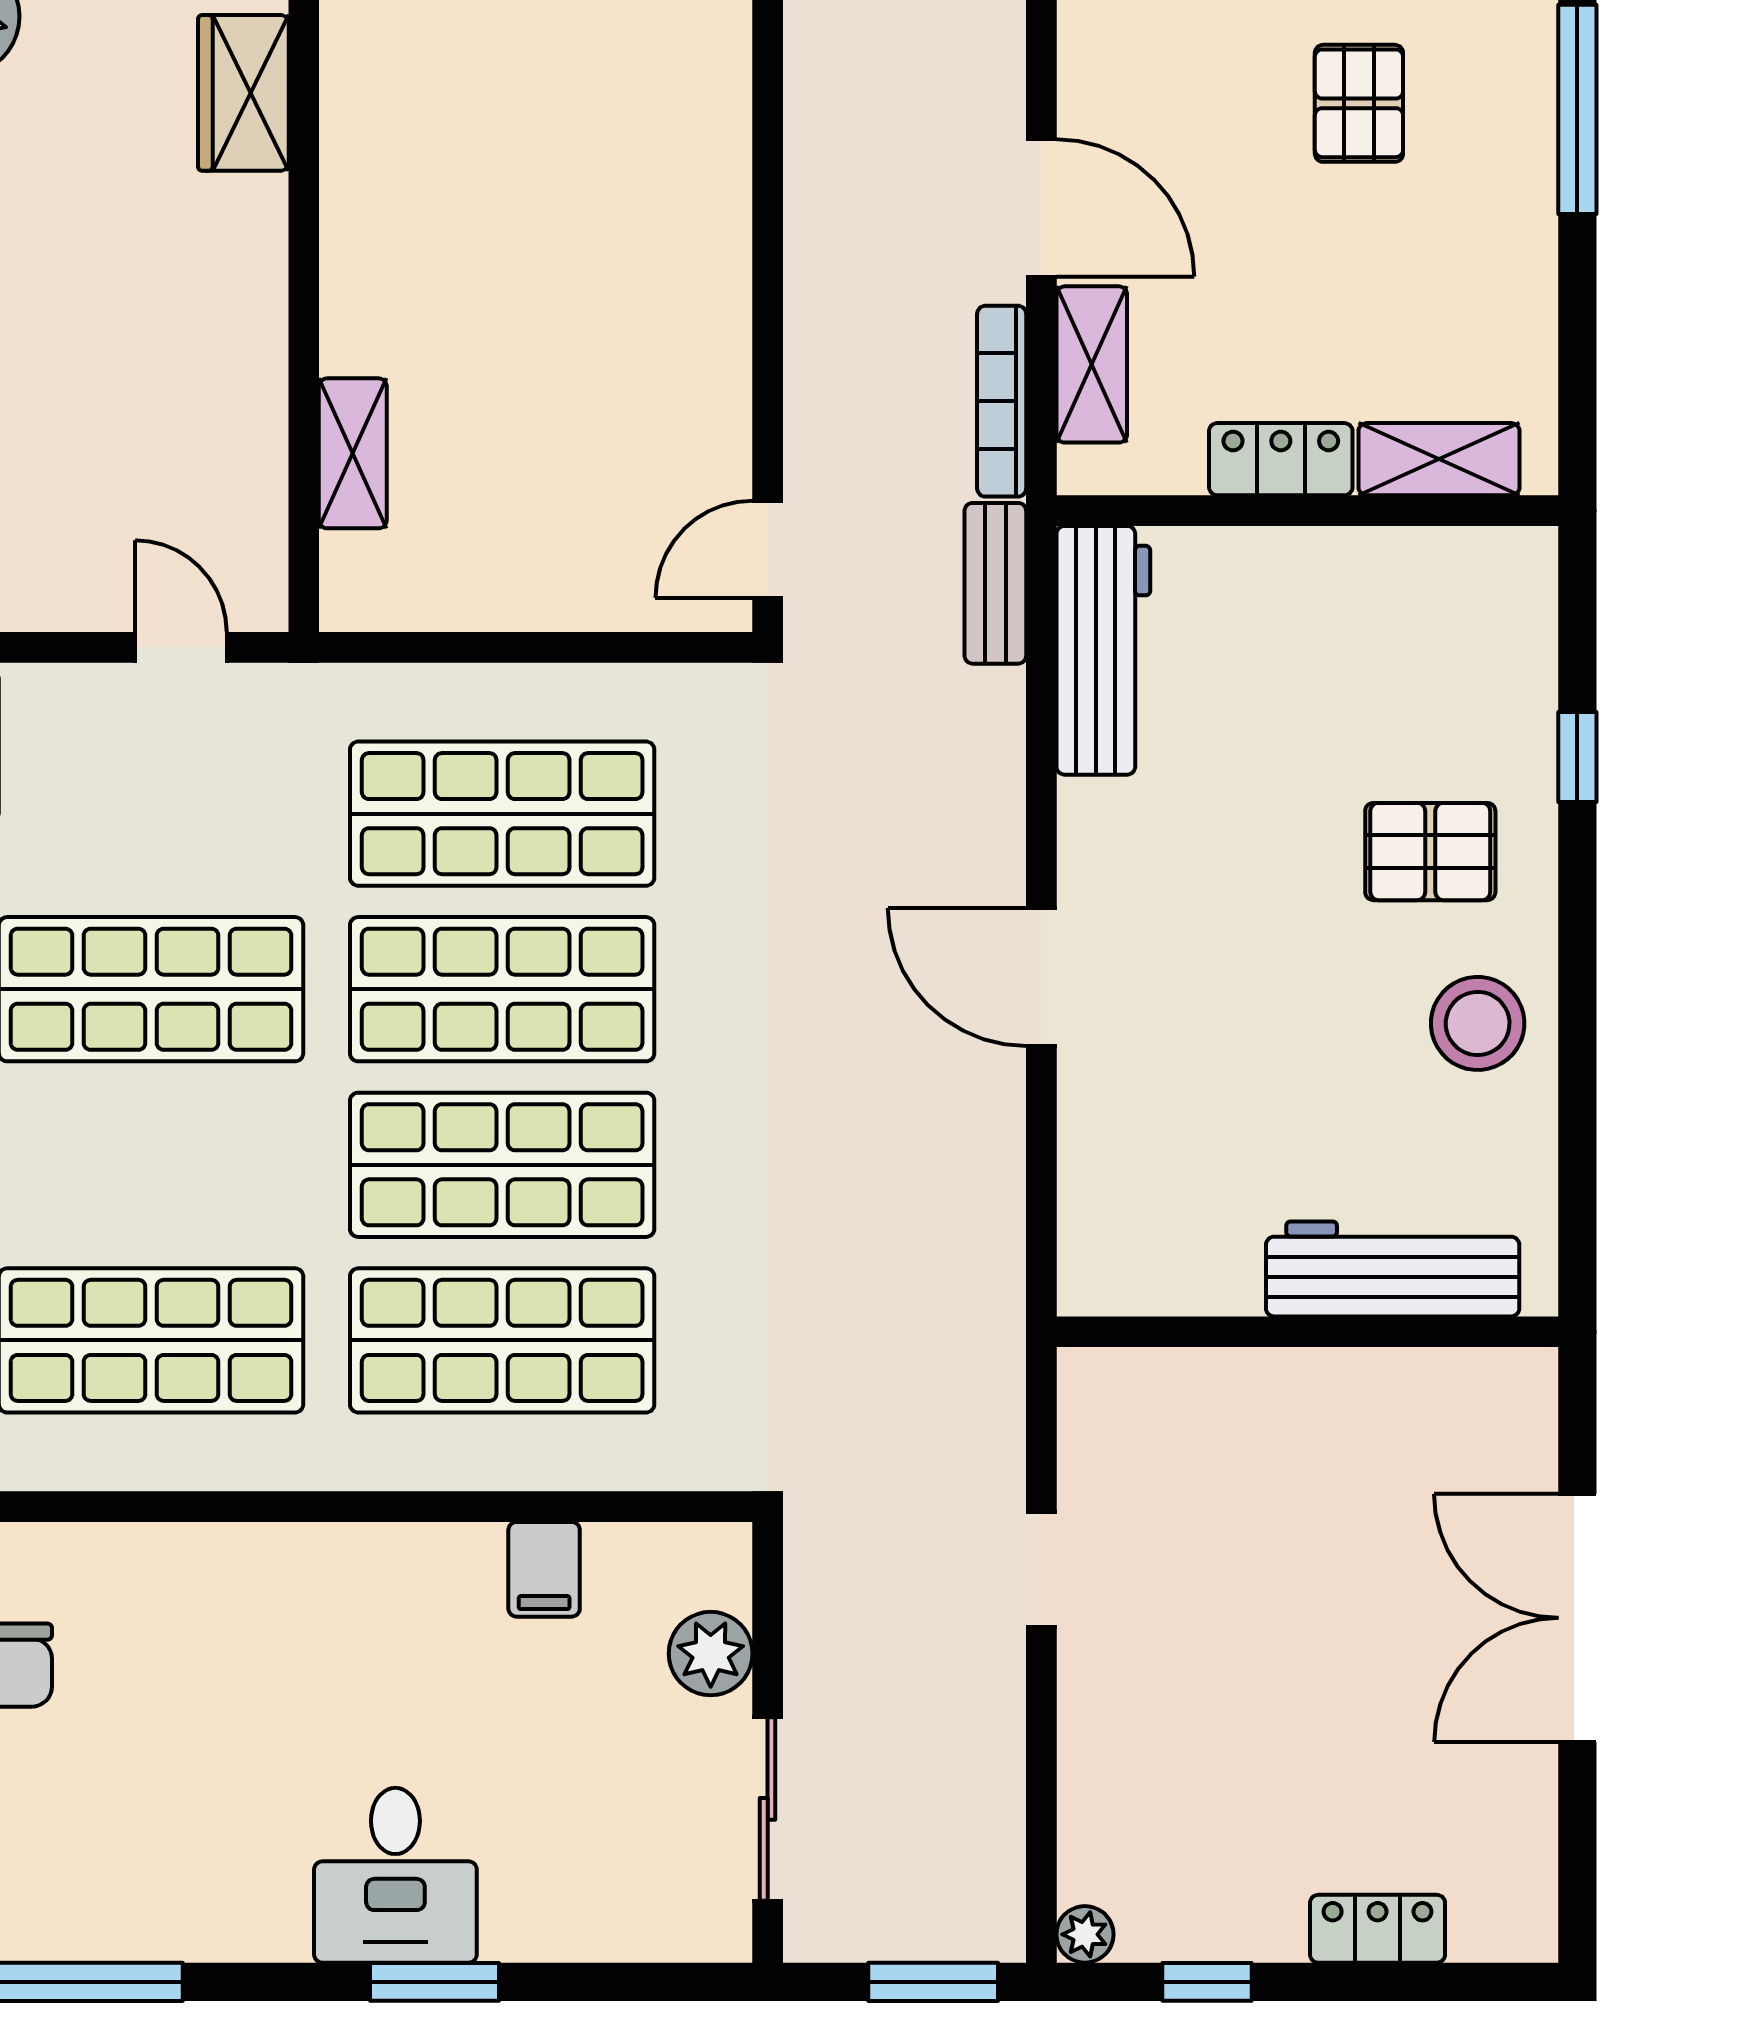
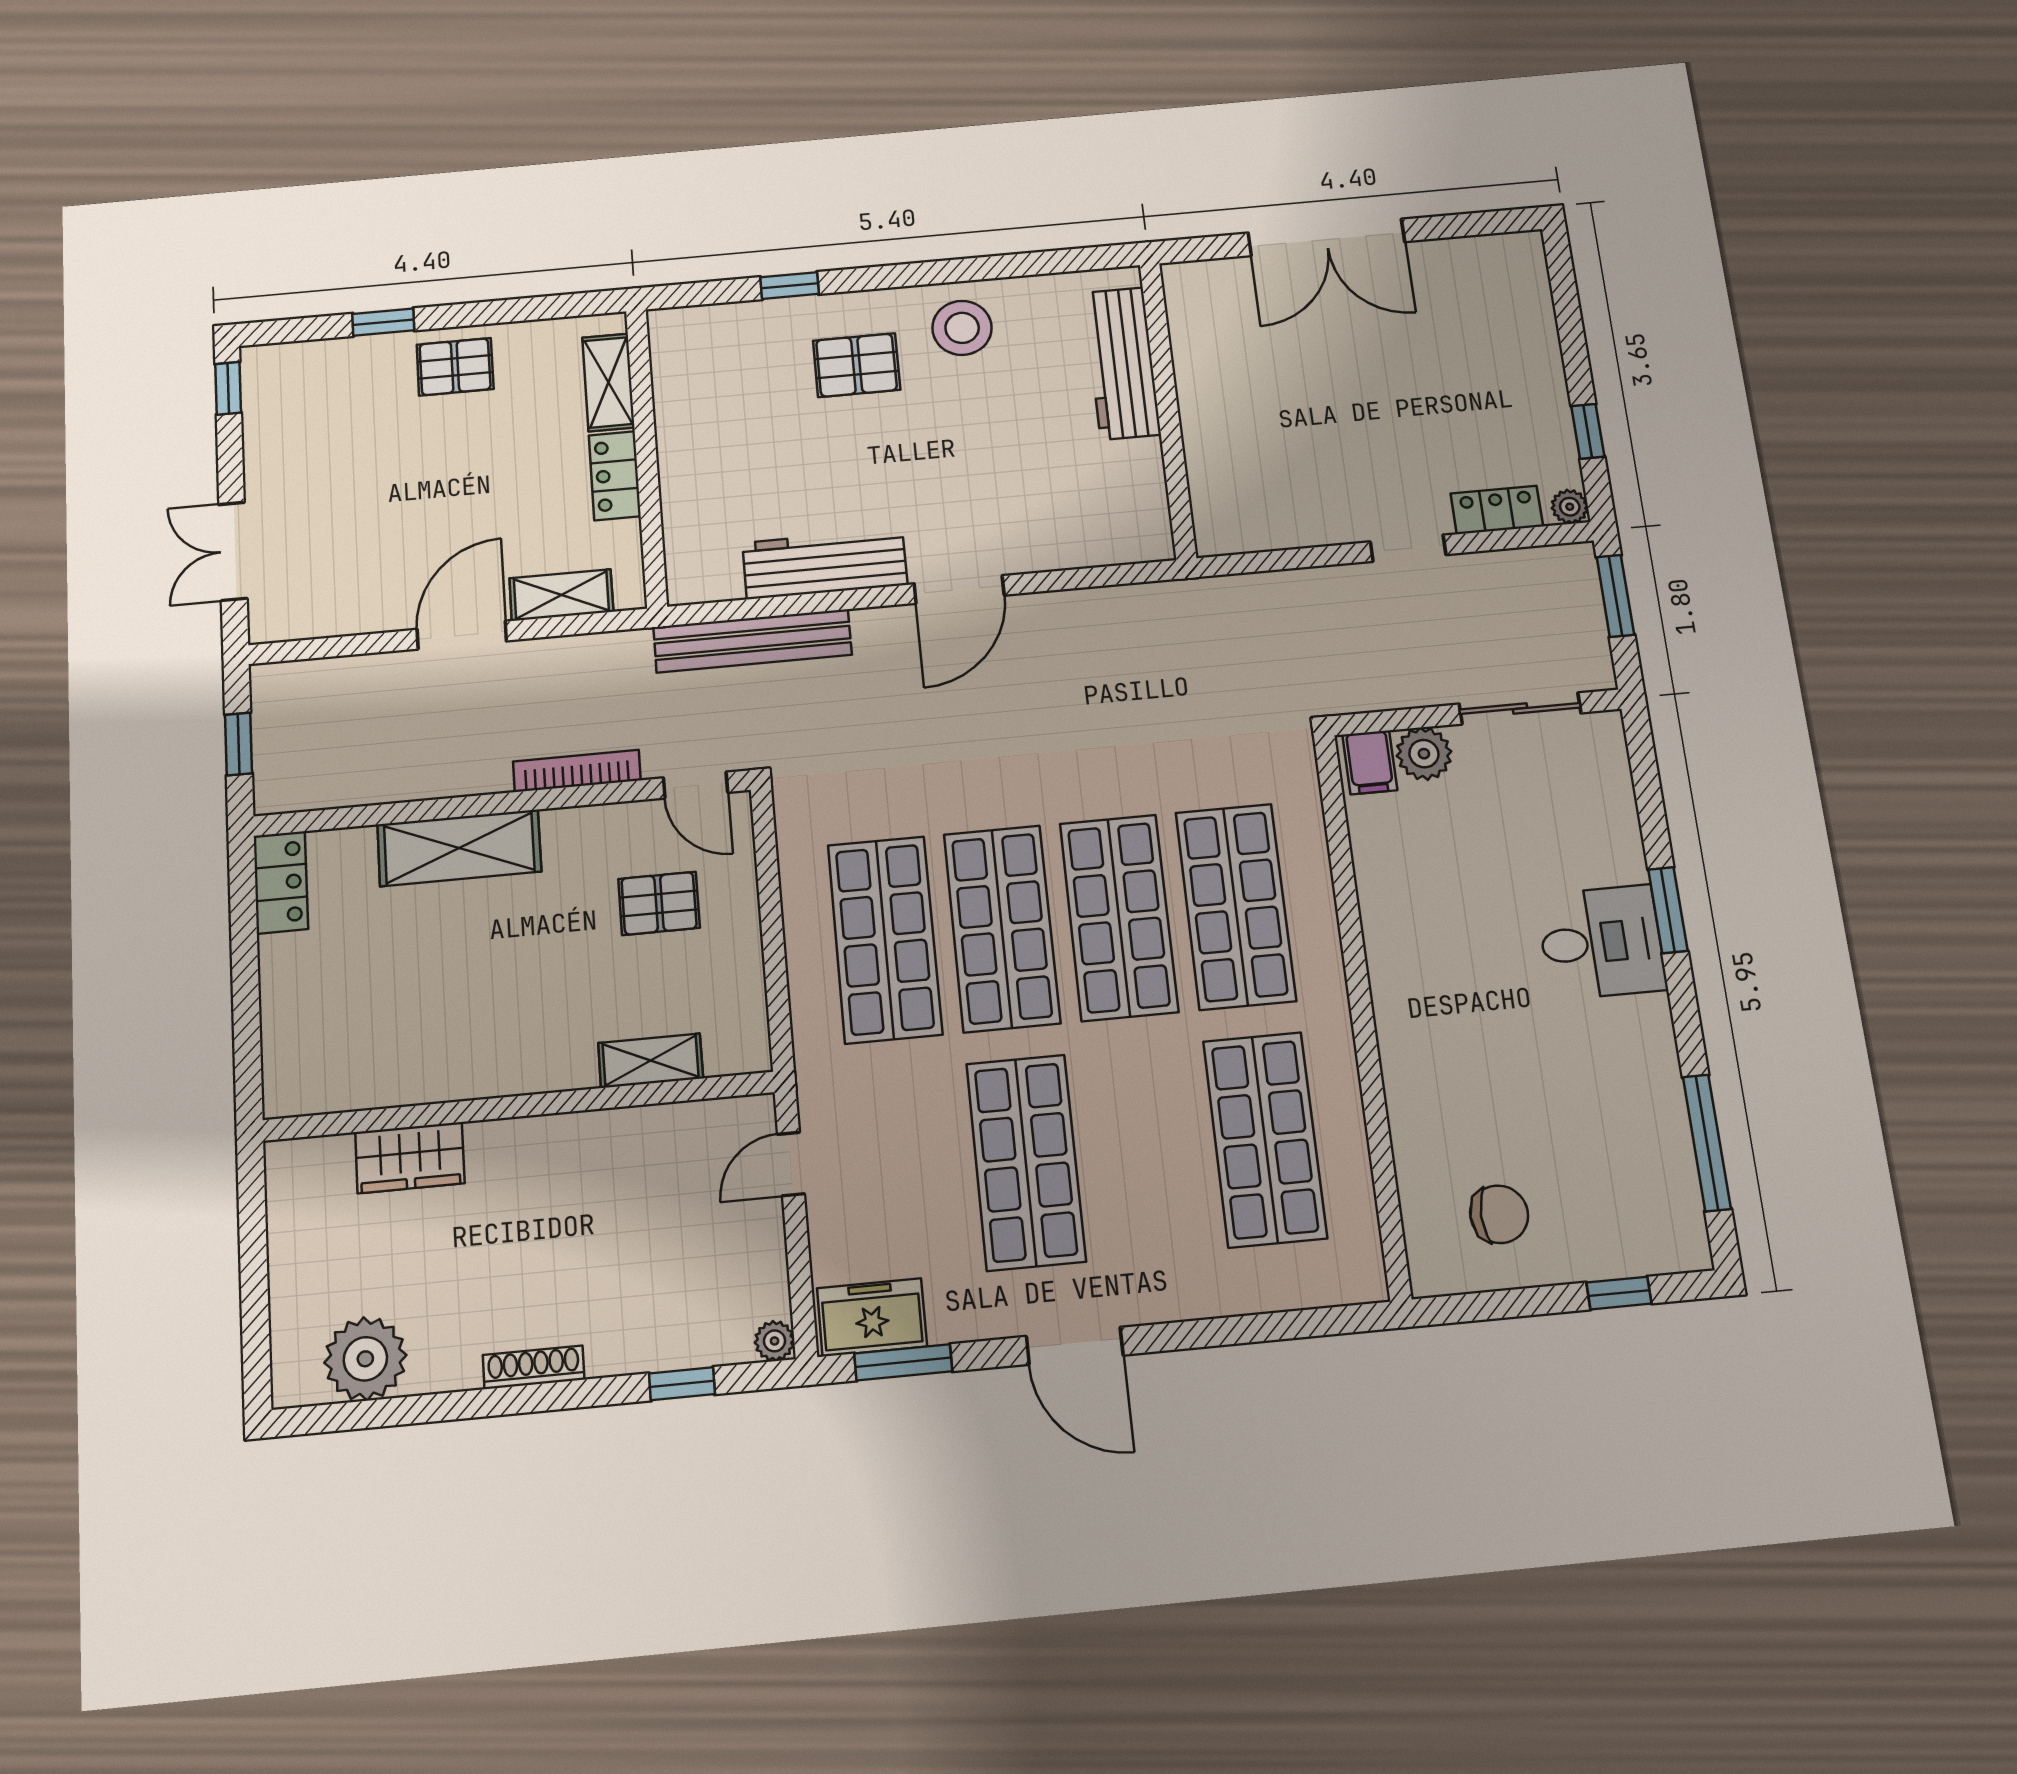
pallet: (1359, 103) -> (455, 367), moved
window: (1577, 109) -> (383, 322), width x0.46
shelving: (704, 188) -> (459, 848), added
bookcase: (1002, 401) -> (577, 771), moved, turned 180
pallet: (589, 482) -> (659, 903), added
bench: (995, 583) -> (752, 641), width x1.86, depth x1.21
workbench: (1103, 650) -> (825, 564), moved
pallet: (1430, 852) -> (857, 365), turned 90
filing cabinet: (544, 1569) -> (1370, 762), moved, turned 90
doorway: (1041, 1569) -> (1408, 548), moved
locker: (1378, 1929) -> (1497, 510), moved, turned 90

